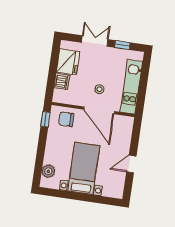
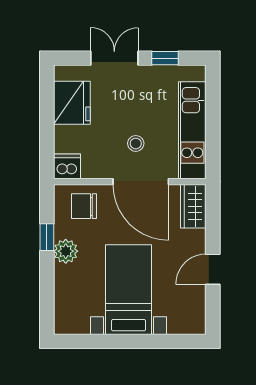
dishwasher: (62, 81) -> (67, 166), moved, turned -90
window: (46, 119) -> (47, 237), moved
wardrobe: (126, 128) -> (193, 206), added
plant: (48, 171) -> (66, 251), moved

